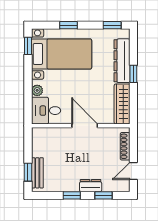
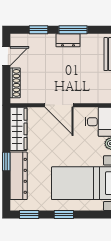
window: (69, 25) -> (64, 215), moved
dresser: (91, 186) -> (68, 40), moved
window: (72, 195) -> (73, 30), width x1.50

